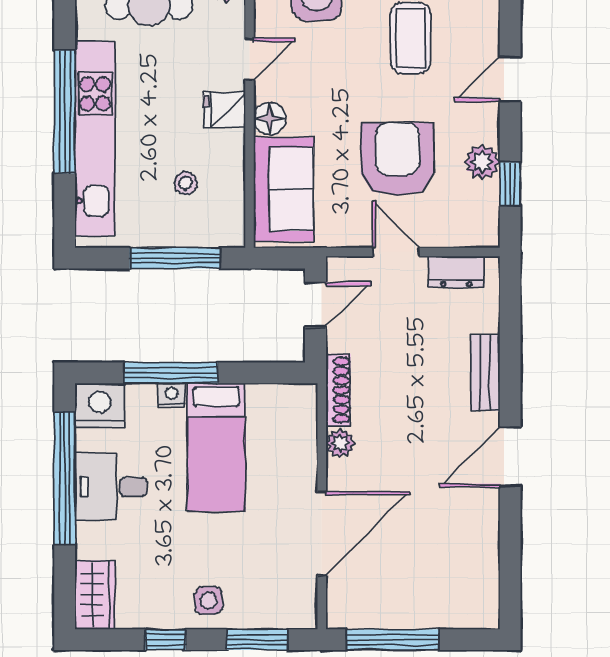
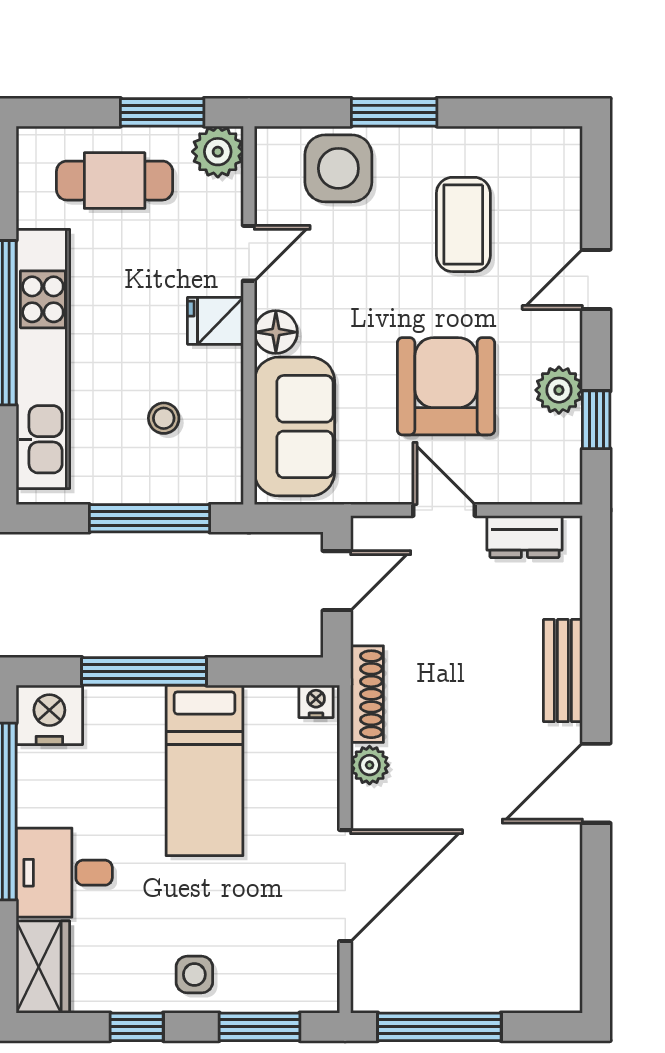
nightstand: (172, 395) -> (316, 701), moved
desk: (111, 487) -> (64, 873), moved

